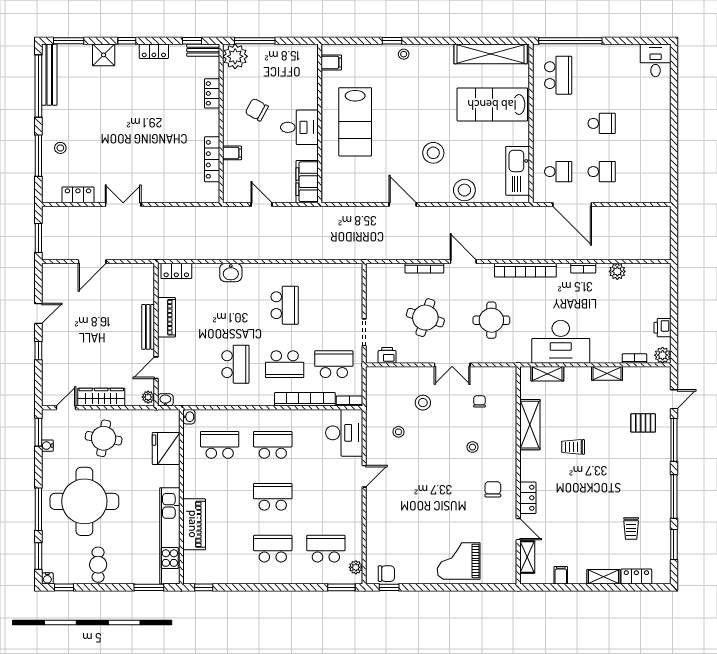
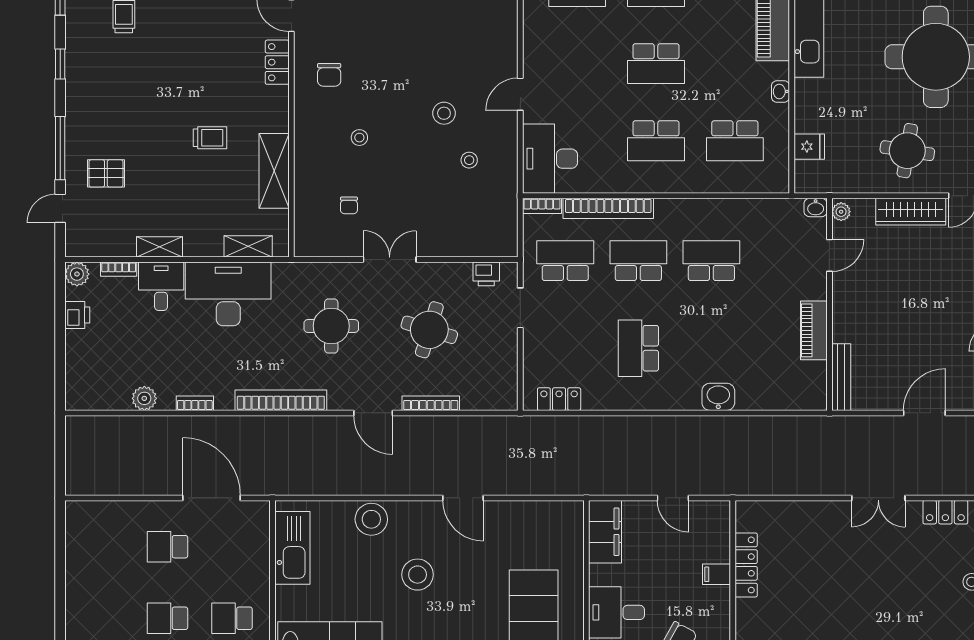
school desk: (558, 172) -> (232, 618), moved
locker: (176, 271) -> (559, 399), moved
bench: (148, 327) -> (841, 377), moved
desk: (606, 347) -> (161, 286), added
school desk: (235, 364) -> (711, 261), turned 90
school desk: (334, 364) -> (565, 261), turned 180
stool: (423, 403) -> (444, 113), moved
washbasin: (189, 417) -> (780, 91), moved
fridge: (166, 449) -> (809, 147), width x0.53, depth x0.75
window: (674, 497) -> (60, 64), width x0.46

